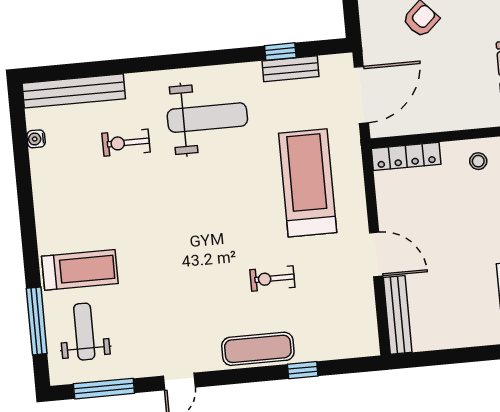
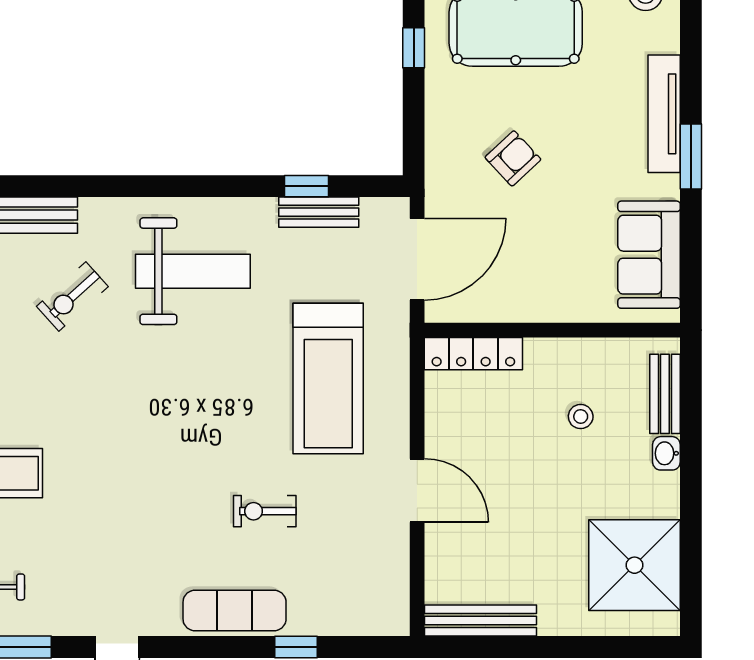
exercise bike: (126, 143) -> (72, 296), turned -42
stool: (478, 161) -> (581, 417), moved
treadmill: (308, 183) -> (328, 379), turned 180
bench: (398, 315) -> (480, 621), moved, turned 90

